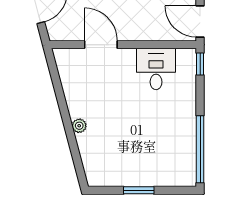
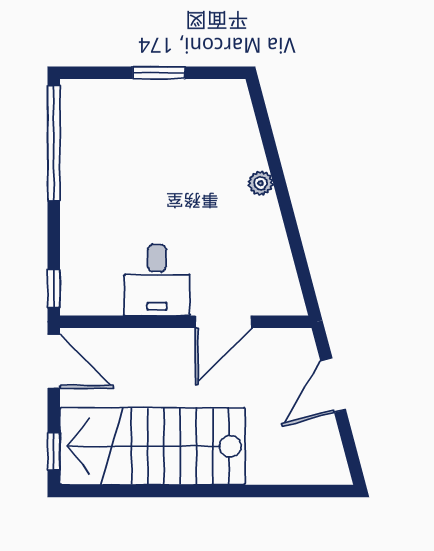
door: (101, 45) -> (224, 322), hinge flipped
desk: (156, 69) -> (157, 280), moved

